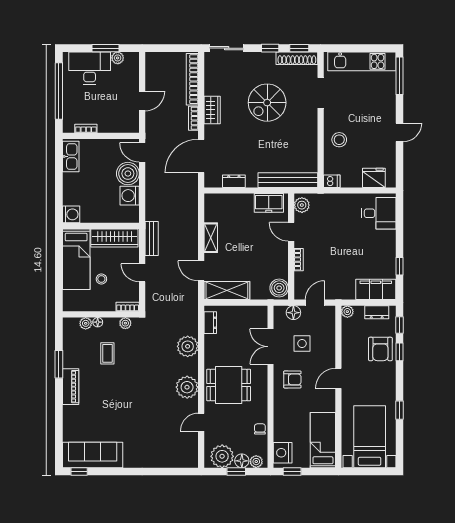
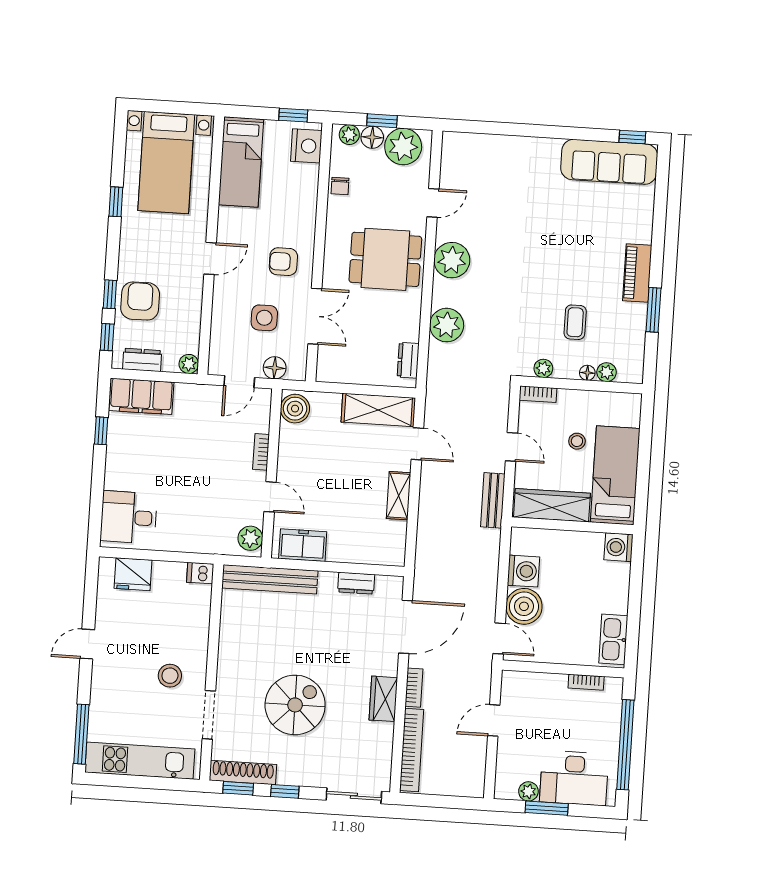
stool: (339, 140) -> (170, 676), moved

